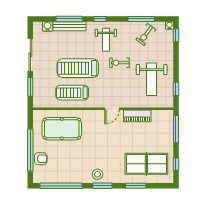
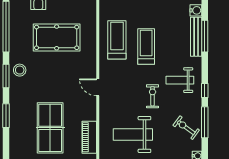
window: (100, 19) -> (205, 90), moved
treadmill: (78, 68) -> (146, 47), width x0.73, depth x0.73
piano: (137, 116) -> (89, 137), moved
pool table: (62, 129) -> (57, 37), moved, turned 90
table tennis table: (146, 164) -> (50, 128), moved

